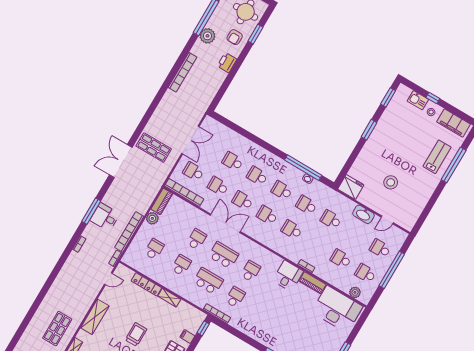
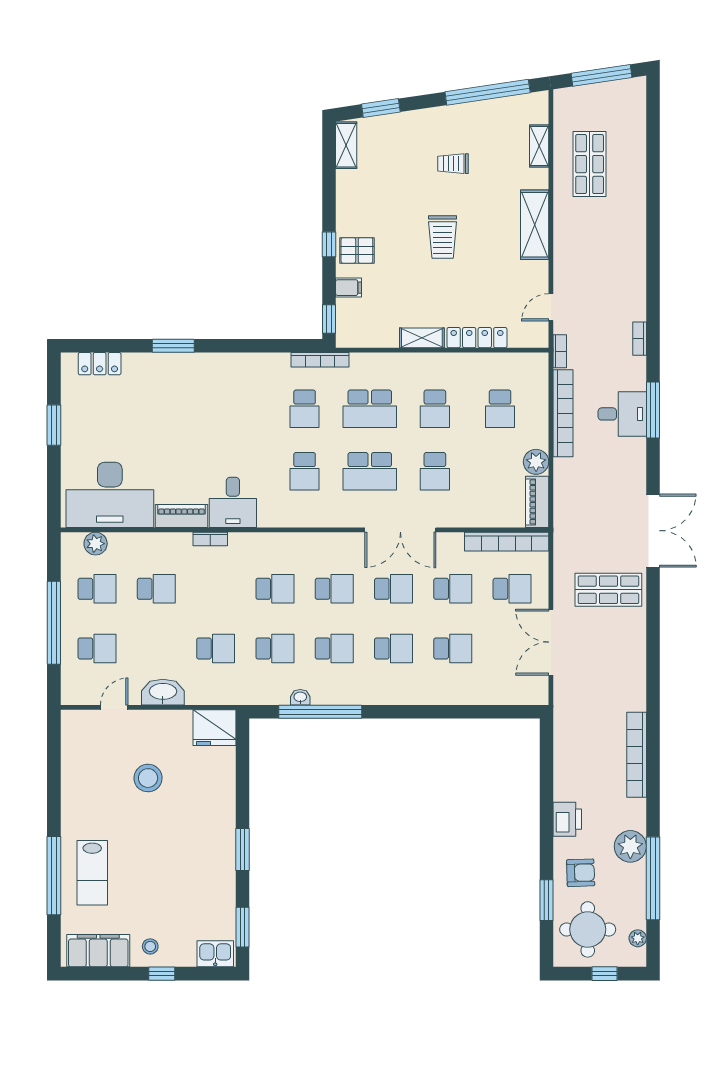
armchair: (235, 37) -> (581, 873), turned 88
kitchen sink: (418, 100) -> (215, 954), moved

